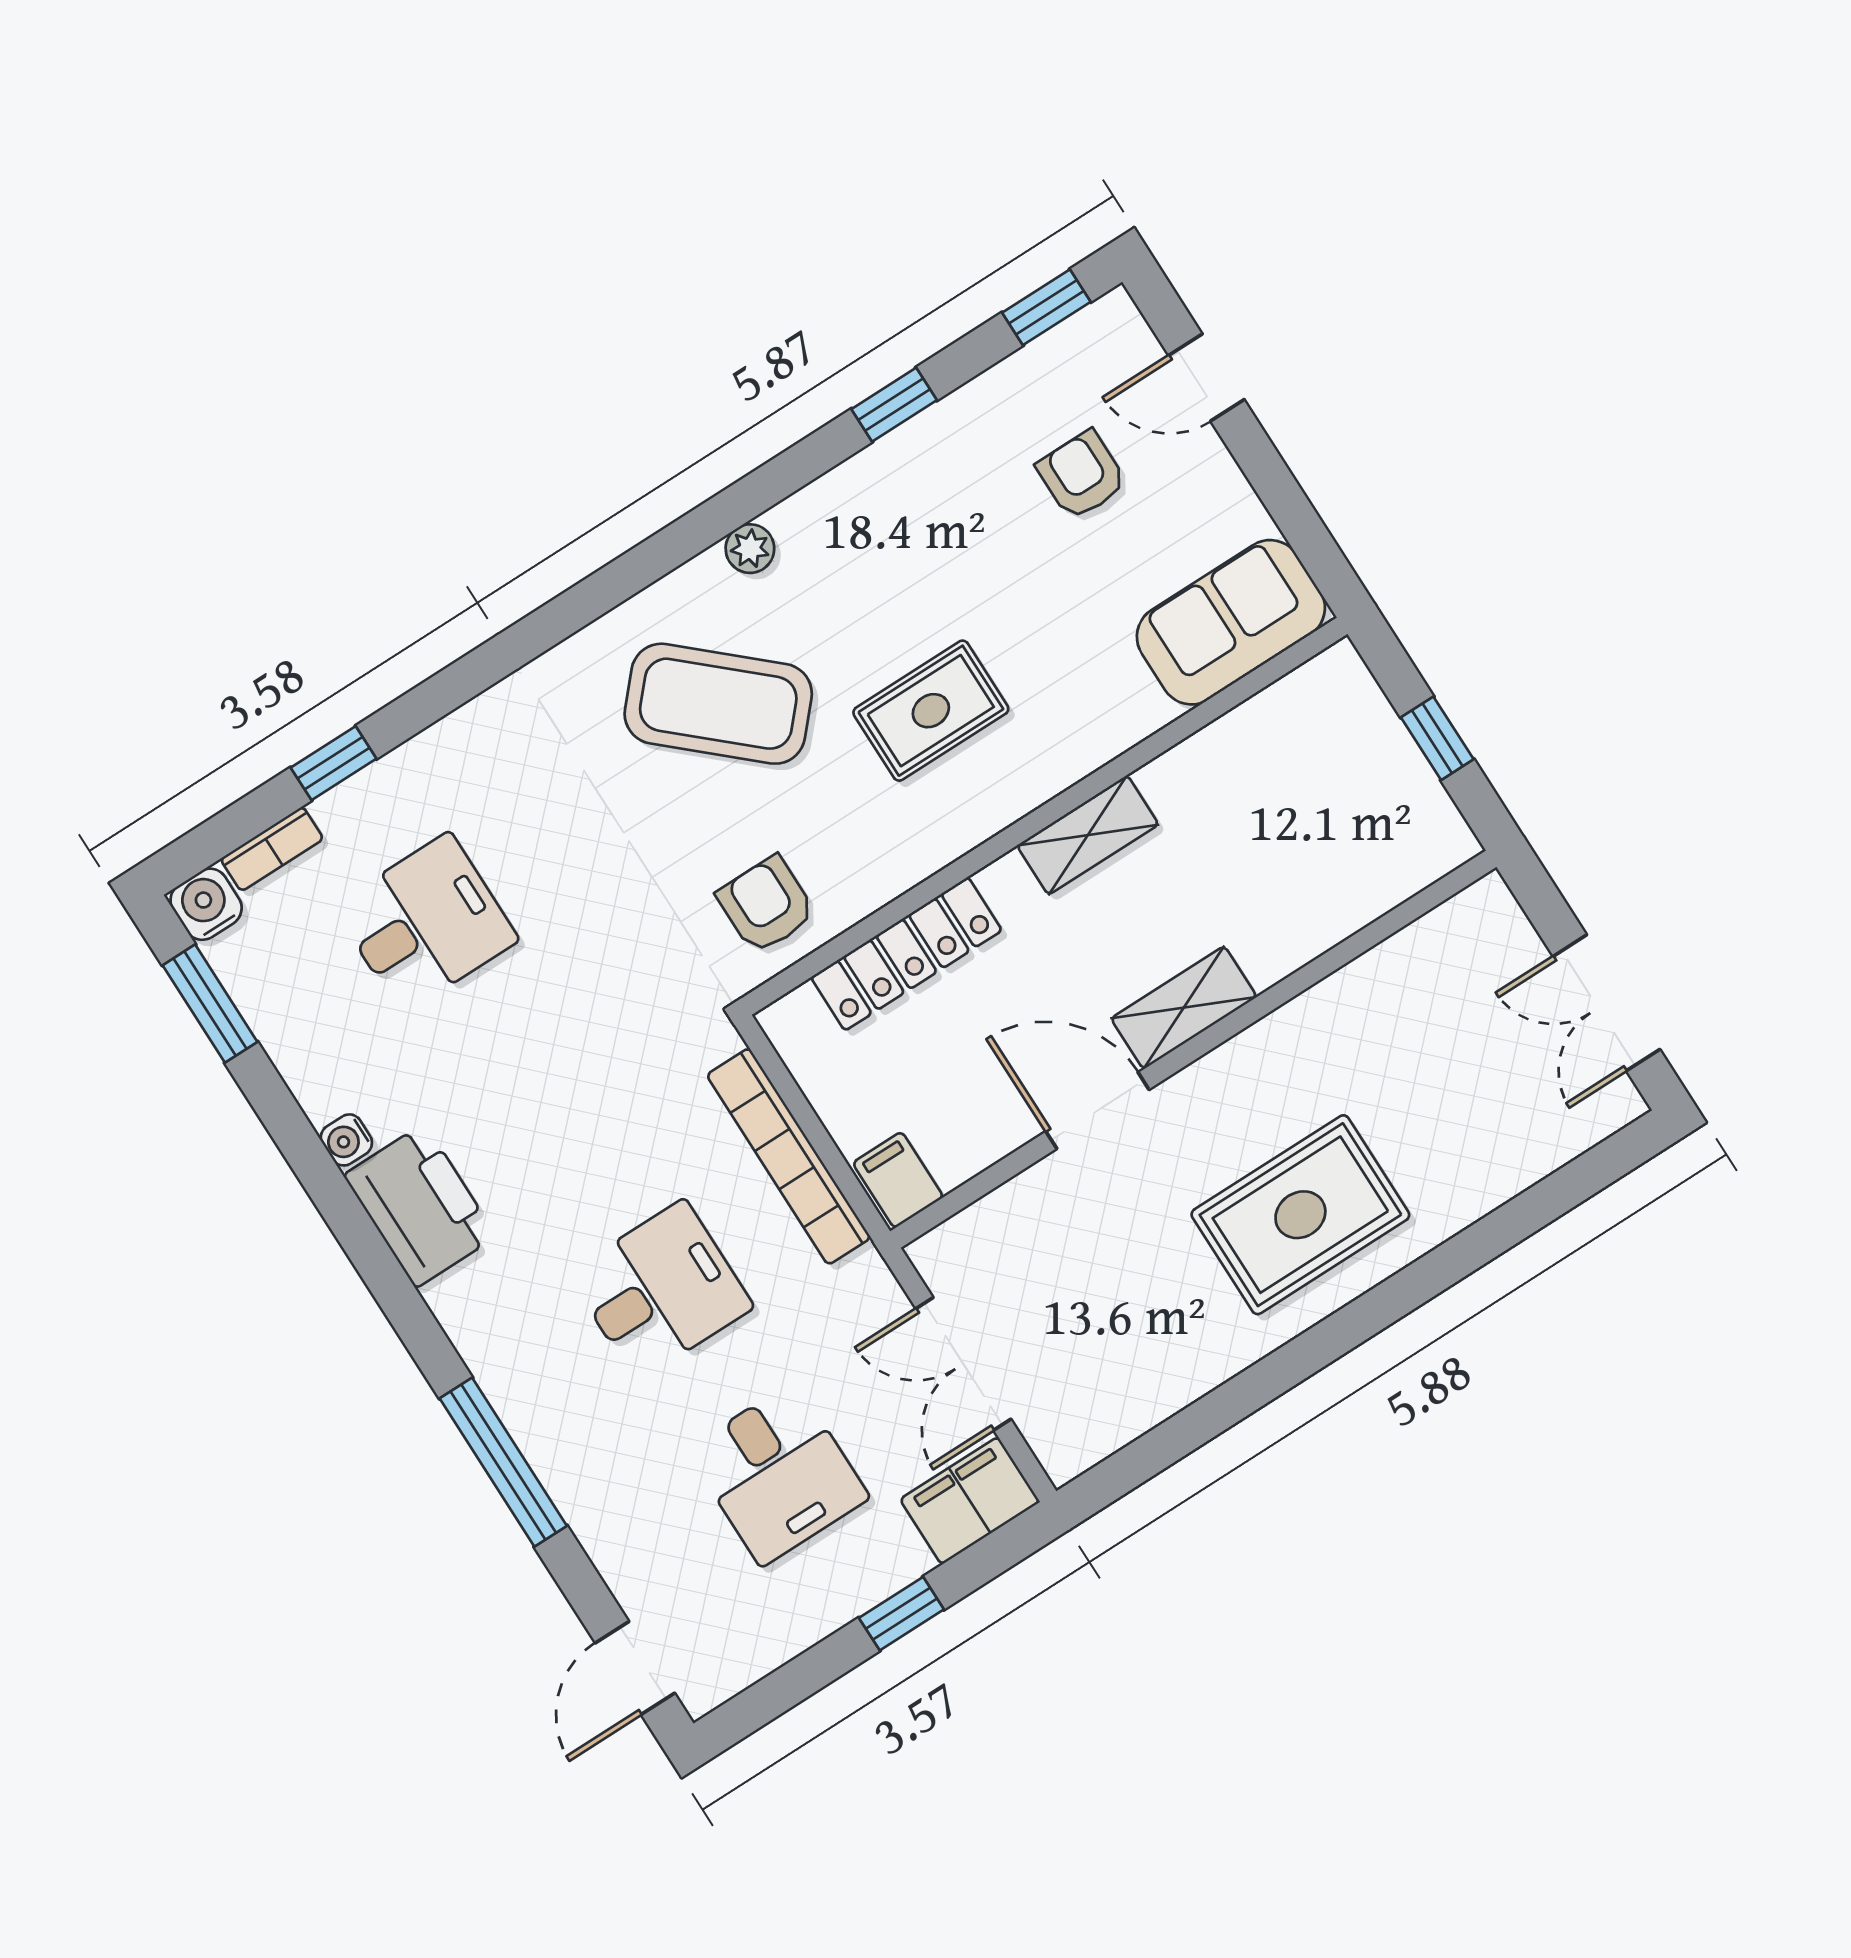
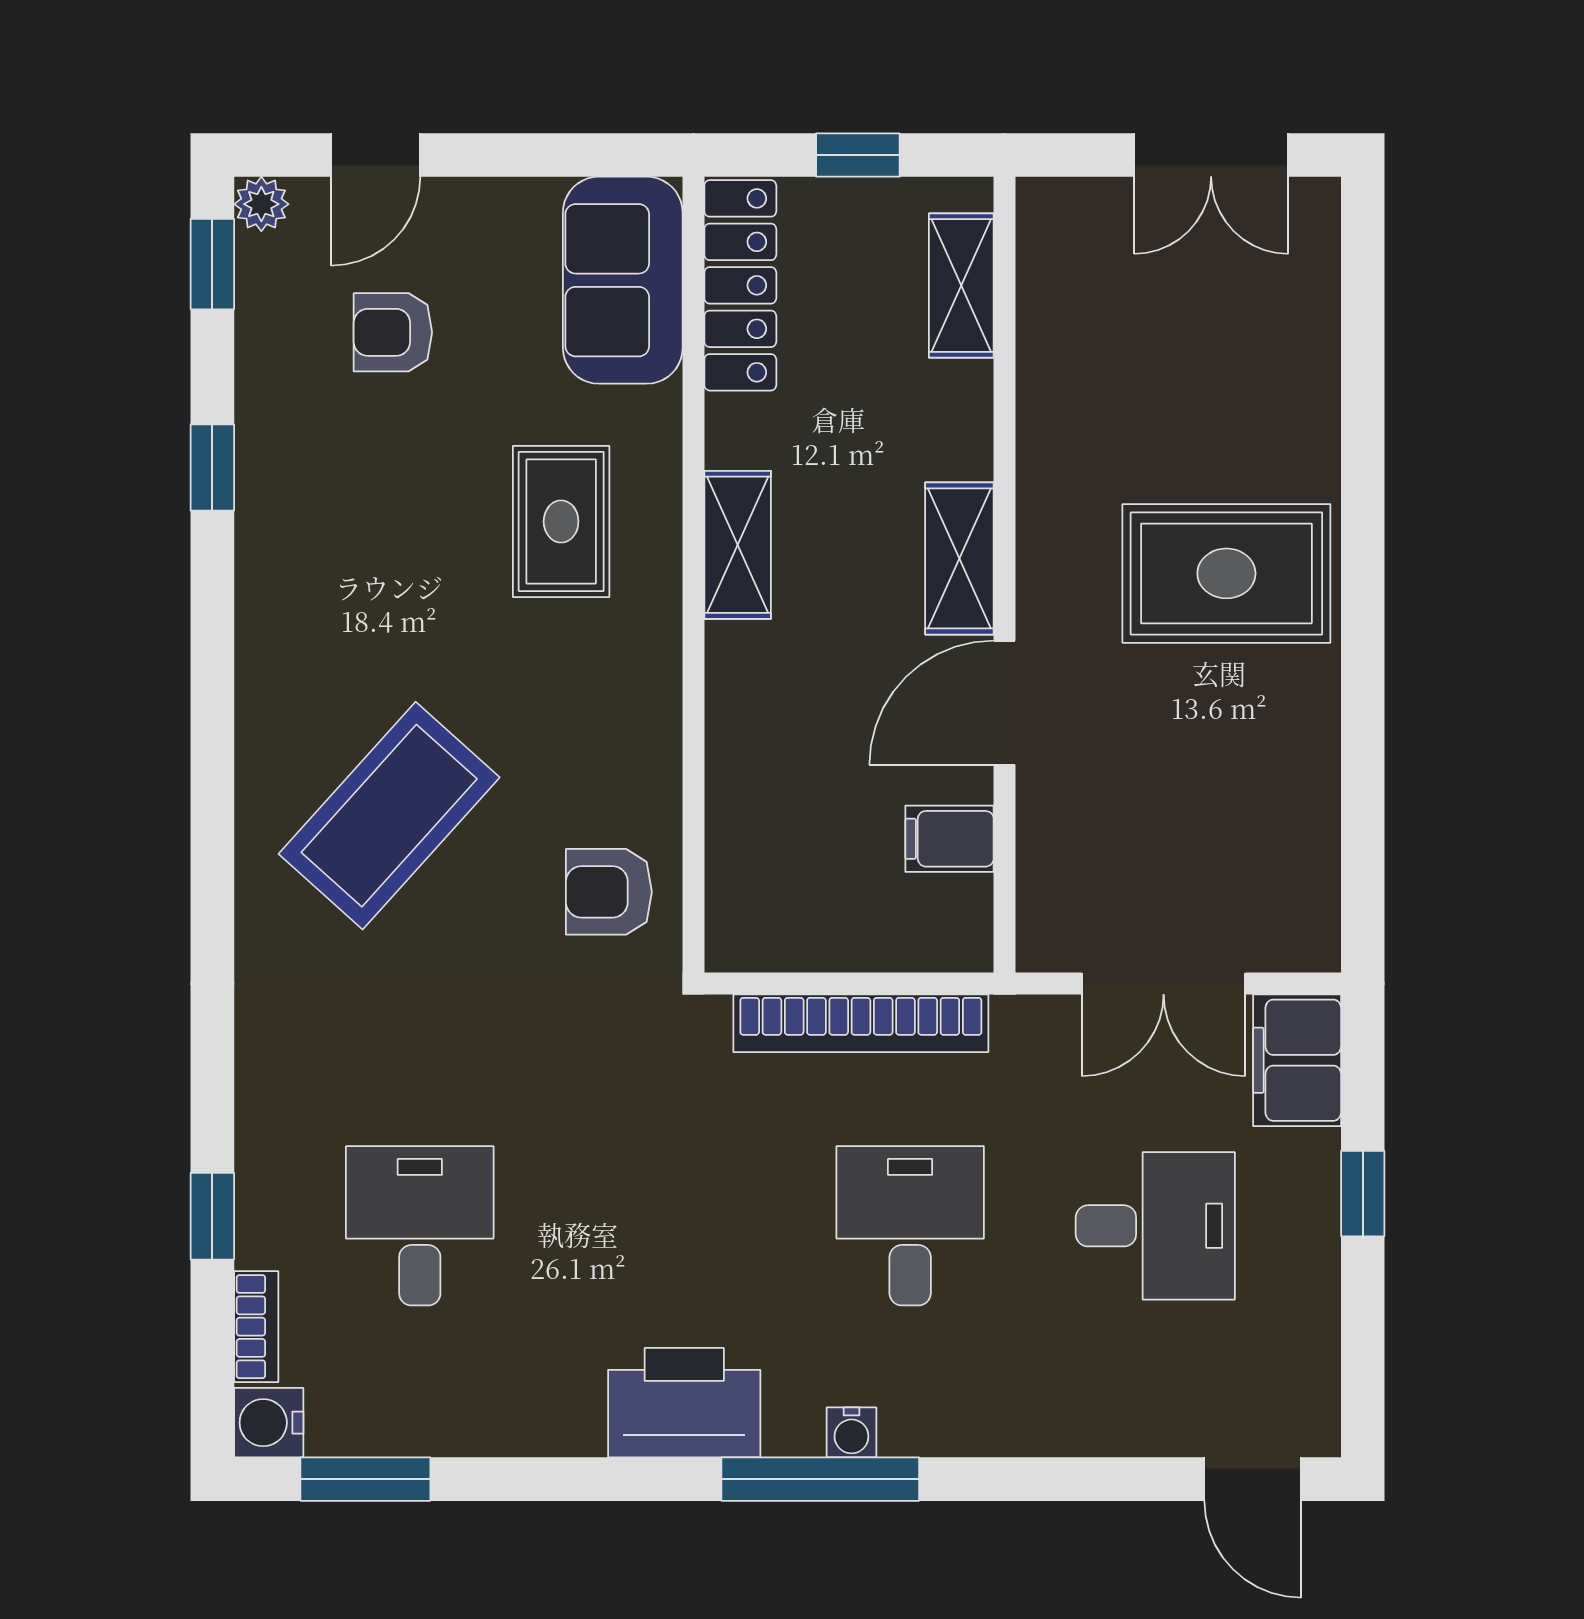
plant: (750, 549) -> (261, 204), moved
rug: (931, 711) -> (561, 521), moved
shelving: (1389, 878) -> (961, 286), added
locker: (906, 954) -> (740, 285), moved
water cooler: (346, 1140) -> (851, 1432), moved
filing cabinet: (898, 1180) -> (950, 839), moved
rug: (1300, 1215) -> (1226, 573), turned 90
window: (503, 1462) -> (820, 1479), moved

